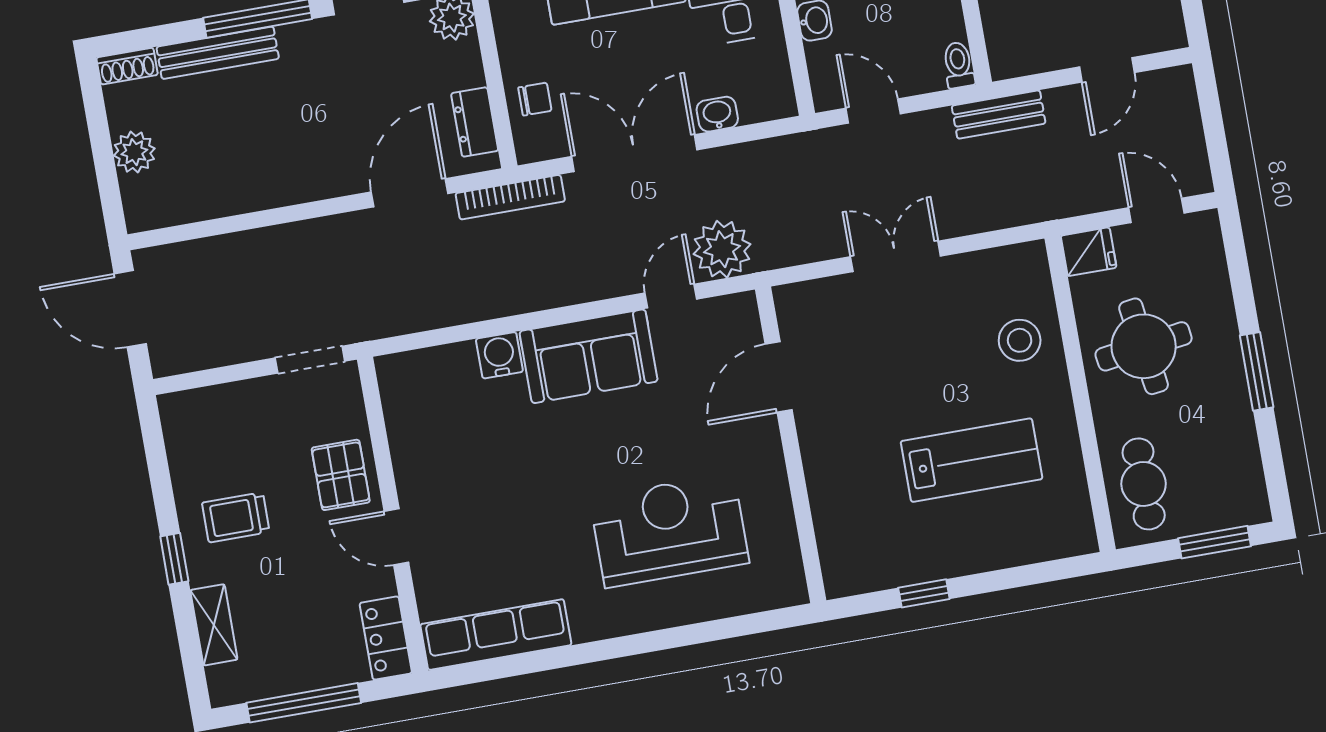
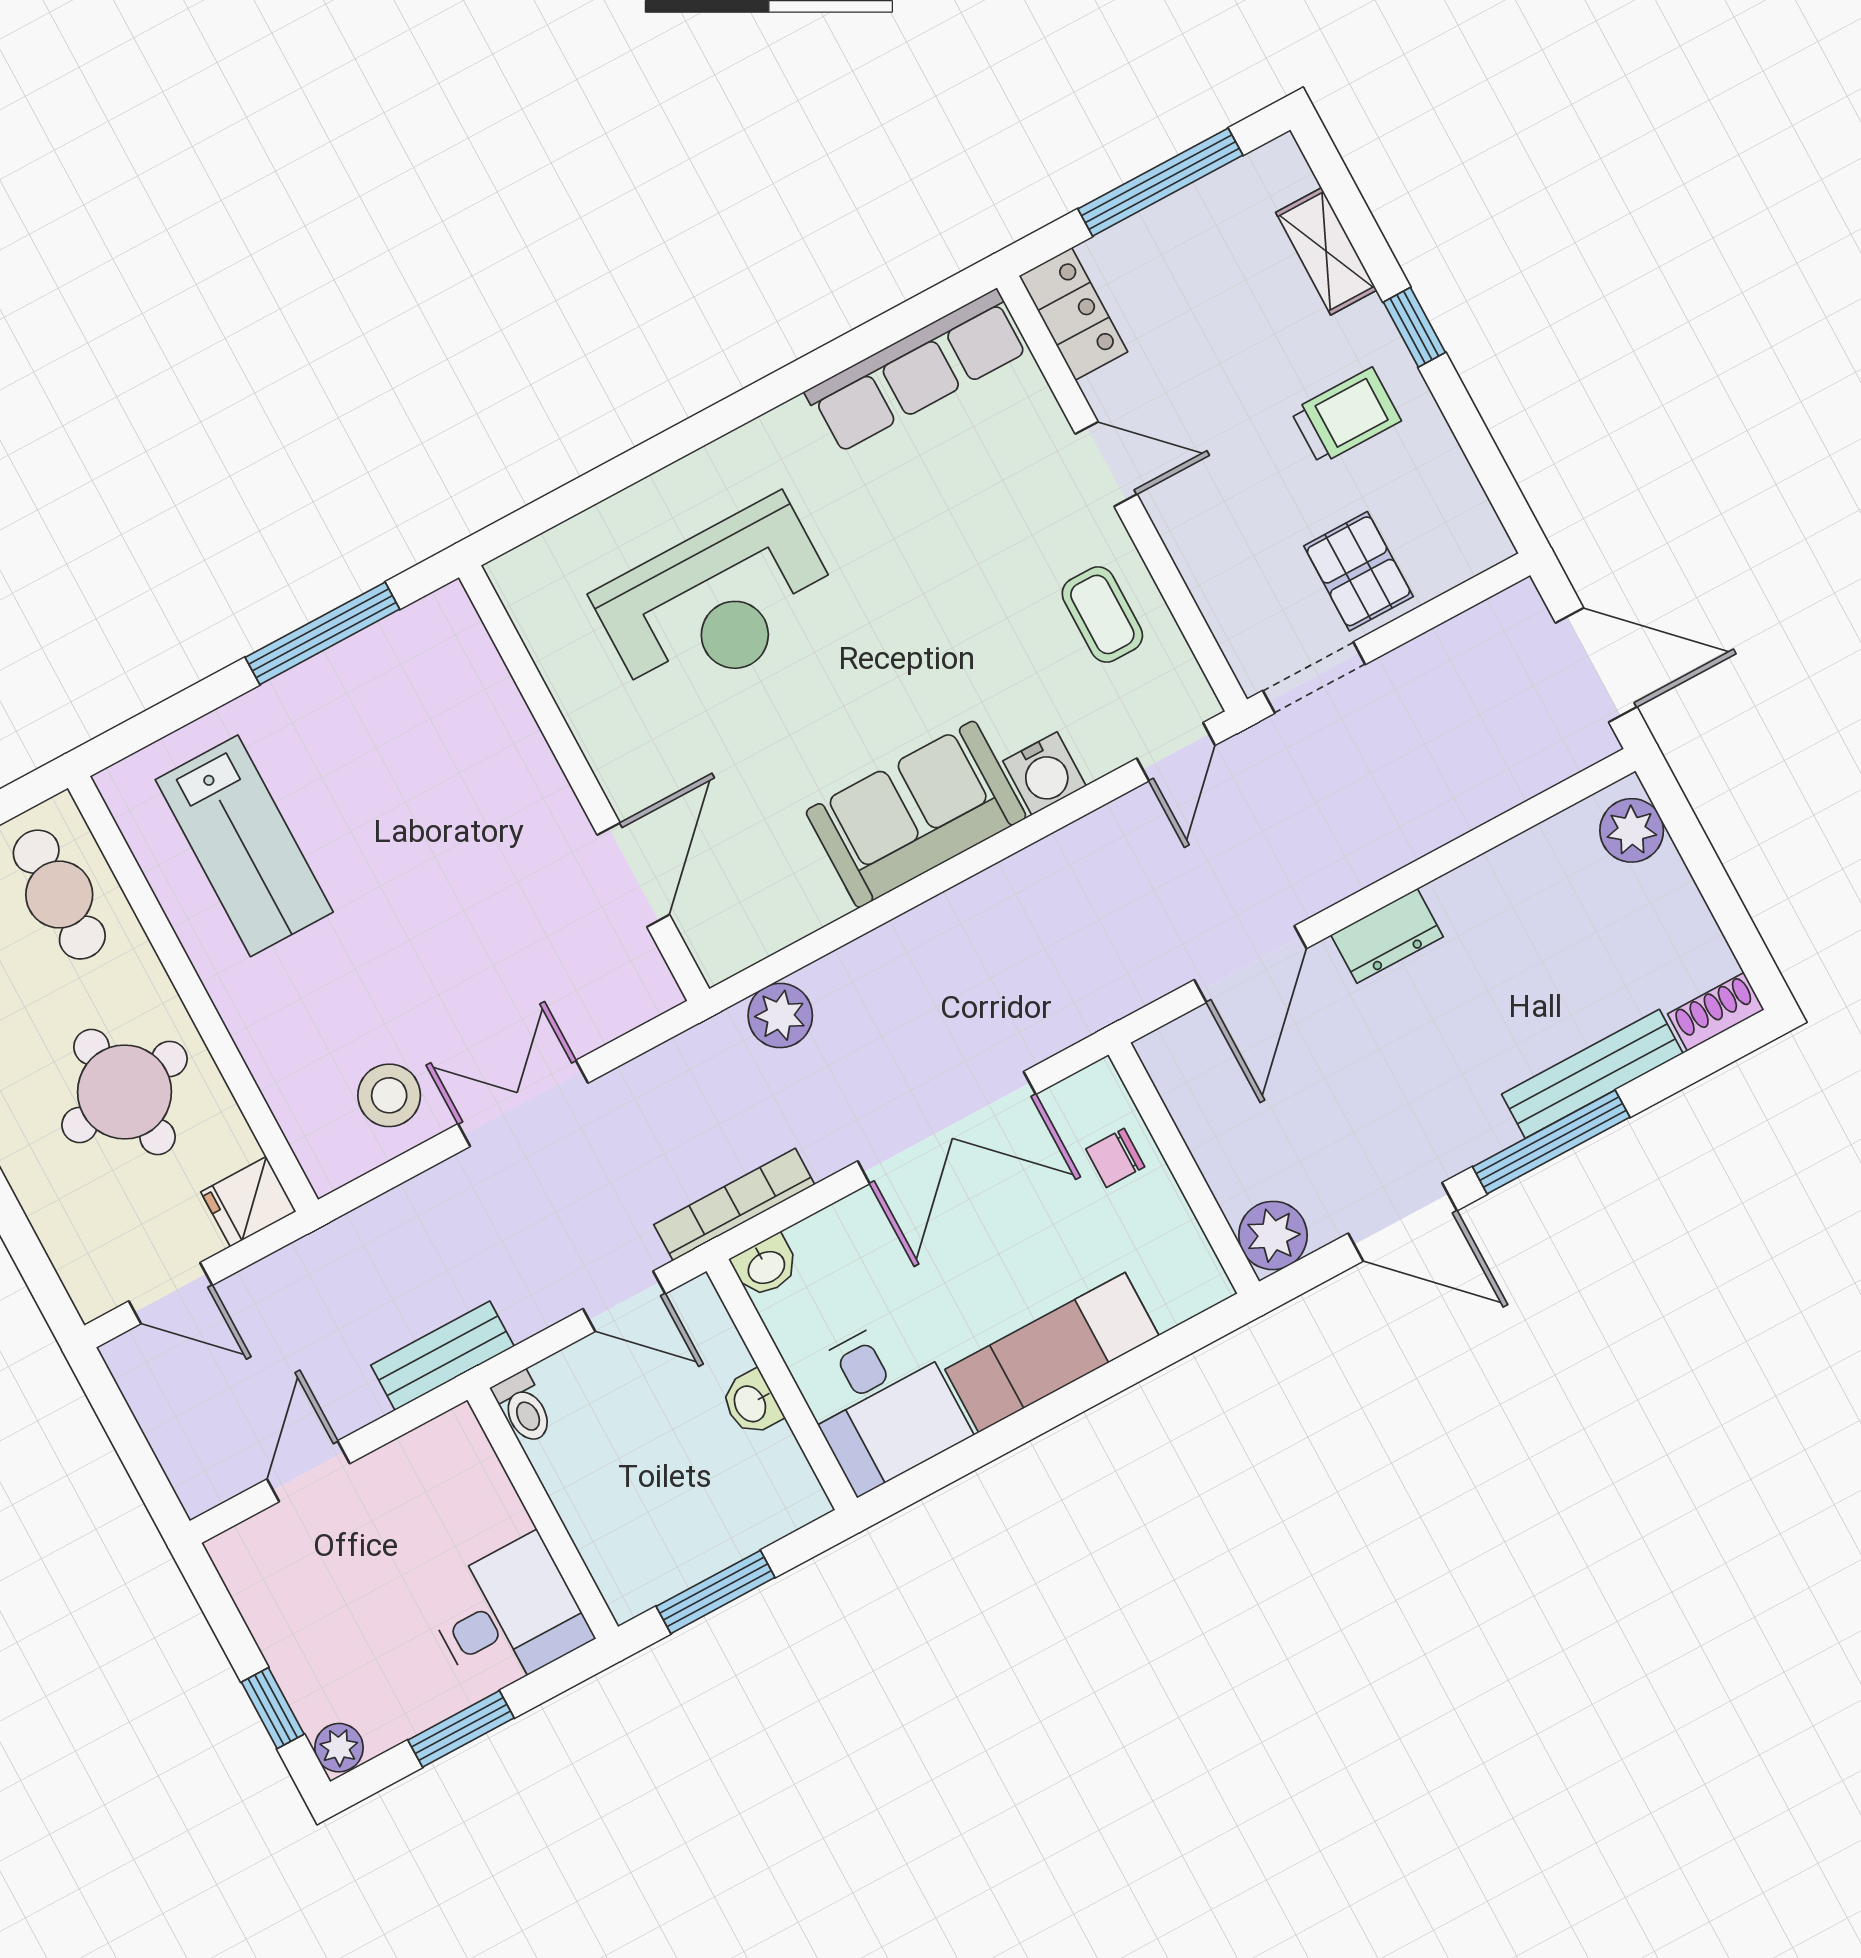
washbasin: (717, 114) -> (766, 1266), moved
dresser: (475, 122) -> (1387, 936), moved, turned 90
plant: (134, 152) -> (1632, 830), moved
bookcase: (510, 197) -> (734, 1205), moved
plant: (722, 249) -> (780, 1016), width x0.73, depth x0.73
double door: (896, 256) -> (523, 1103), swing flipped
door: (671, 296) -> (1176, 752), moved
stool: (1020, 340) -> (389, 1095), moved
coffee table: (430, 443) -> (1102, 614), added
lab bench: (972, 460) -> (244, 846), moved, turned -90
pallet: (341, 475) -> (1358, 571), moved
window: (924, 593) -> (322, 633), width x2.17

